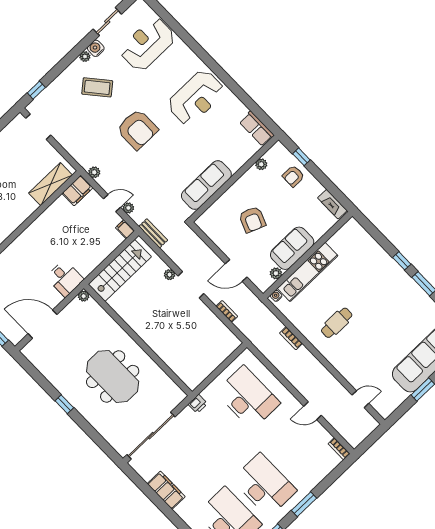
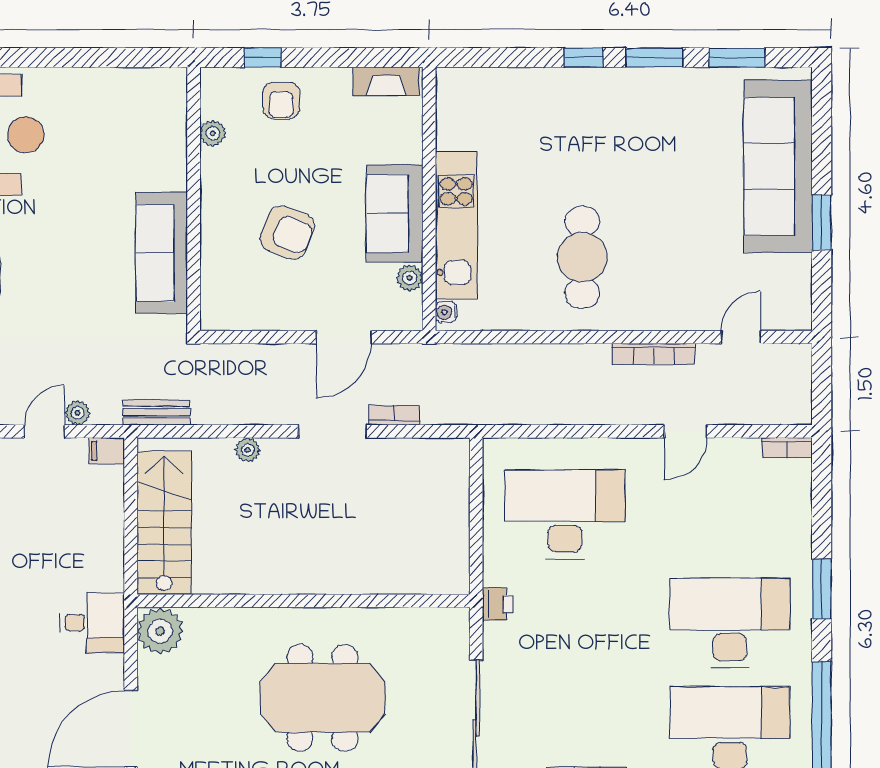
row of seats: (257, 129) -> (149, 85), removed
doorway: (191, 285) -> (333, 431), moved
plant: (84, 296) -> (160, 631), width x1.88, depth x1.88
cafe table: (337, 323) -> (582, 257), width x1.37, depth x1.35
bookcase: (291, 338) -> (653, 354), moved, width x1.56

